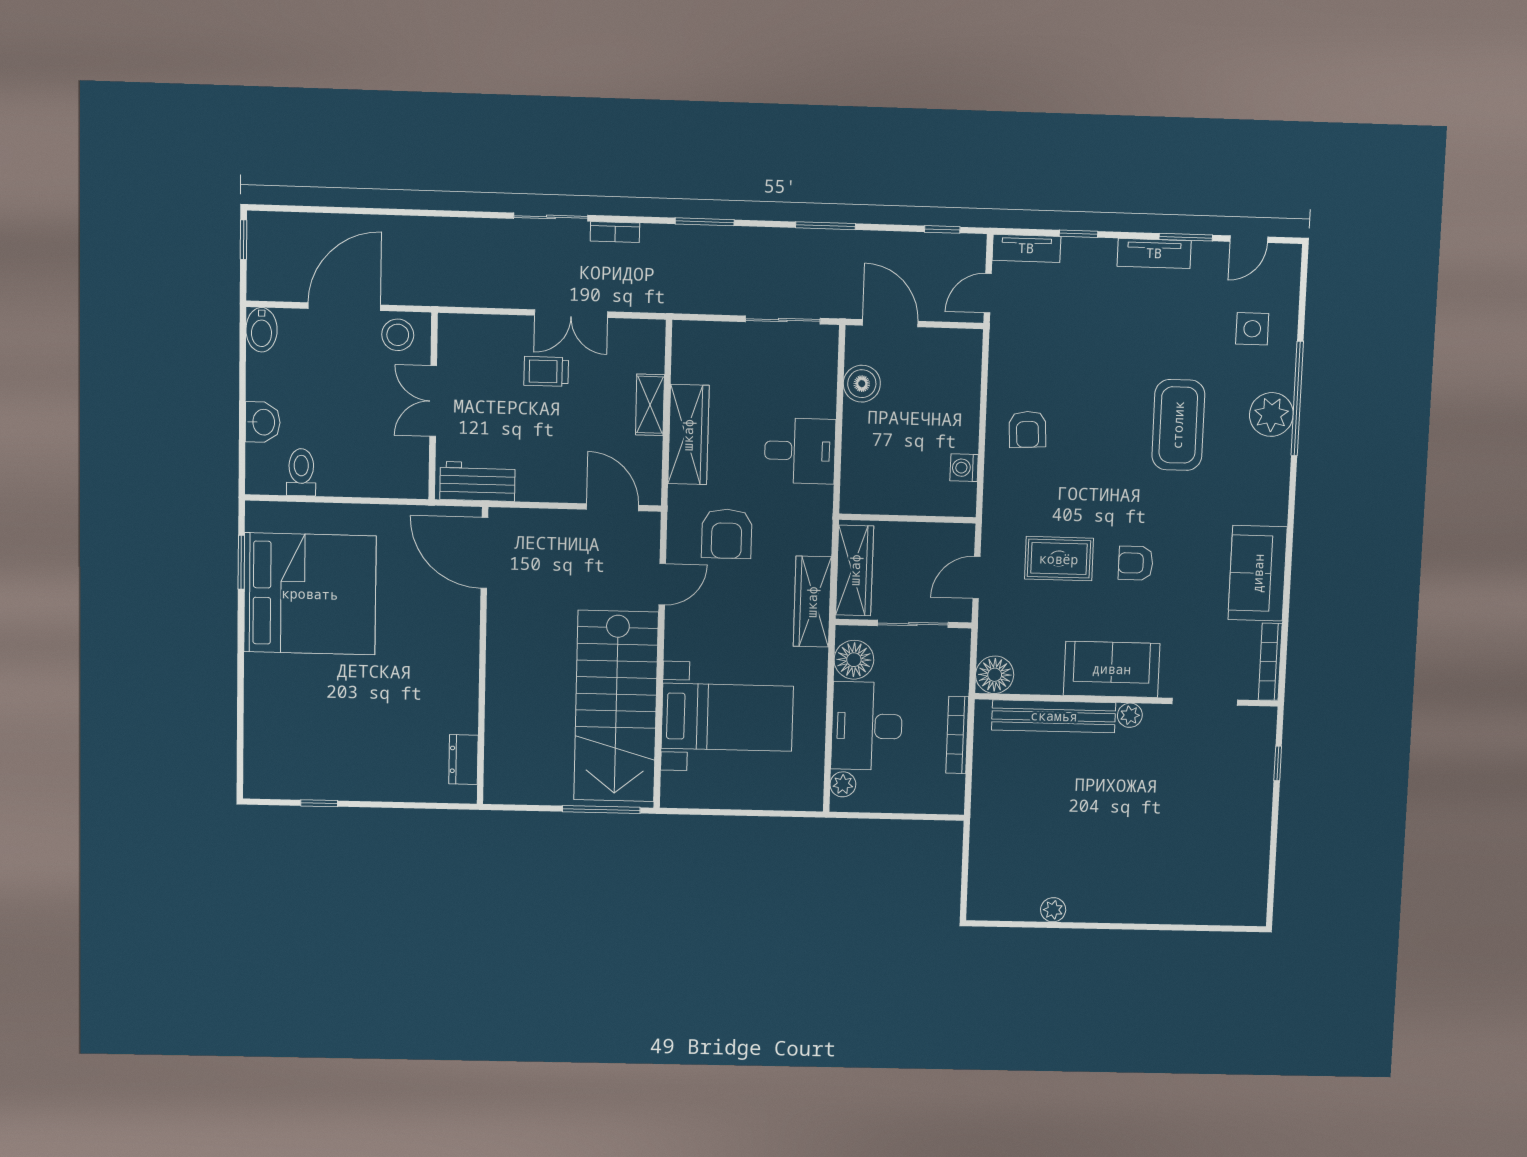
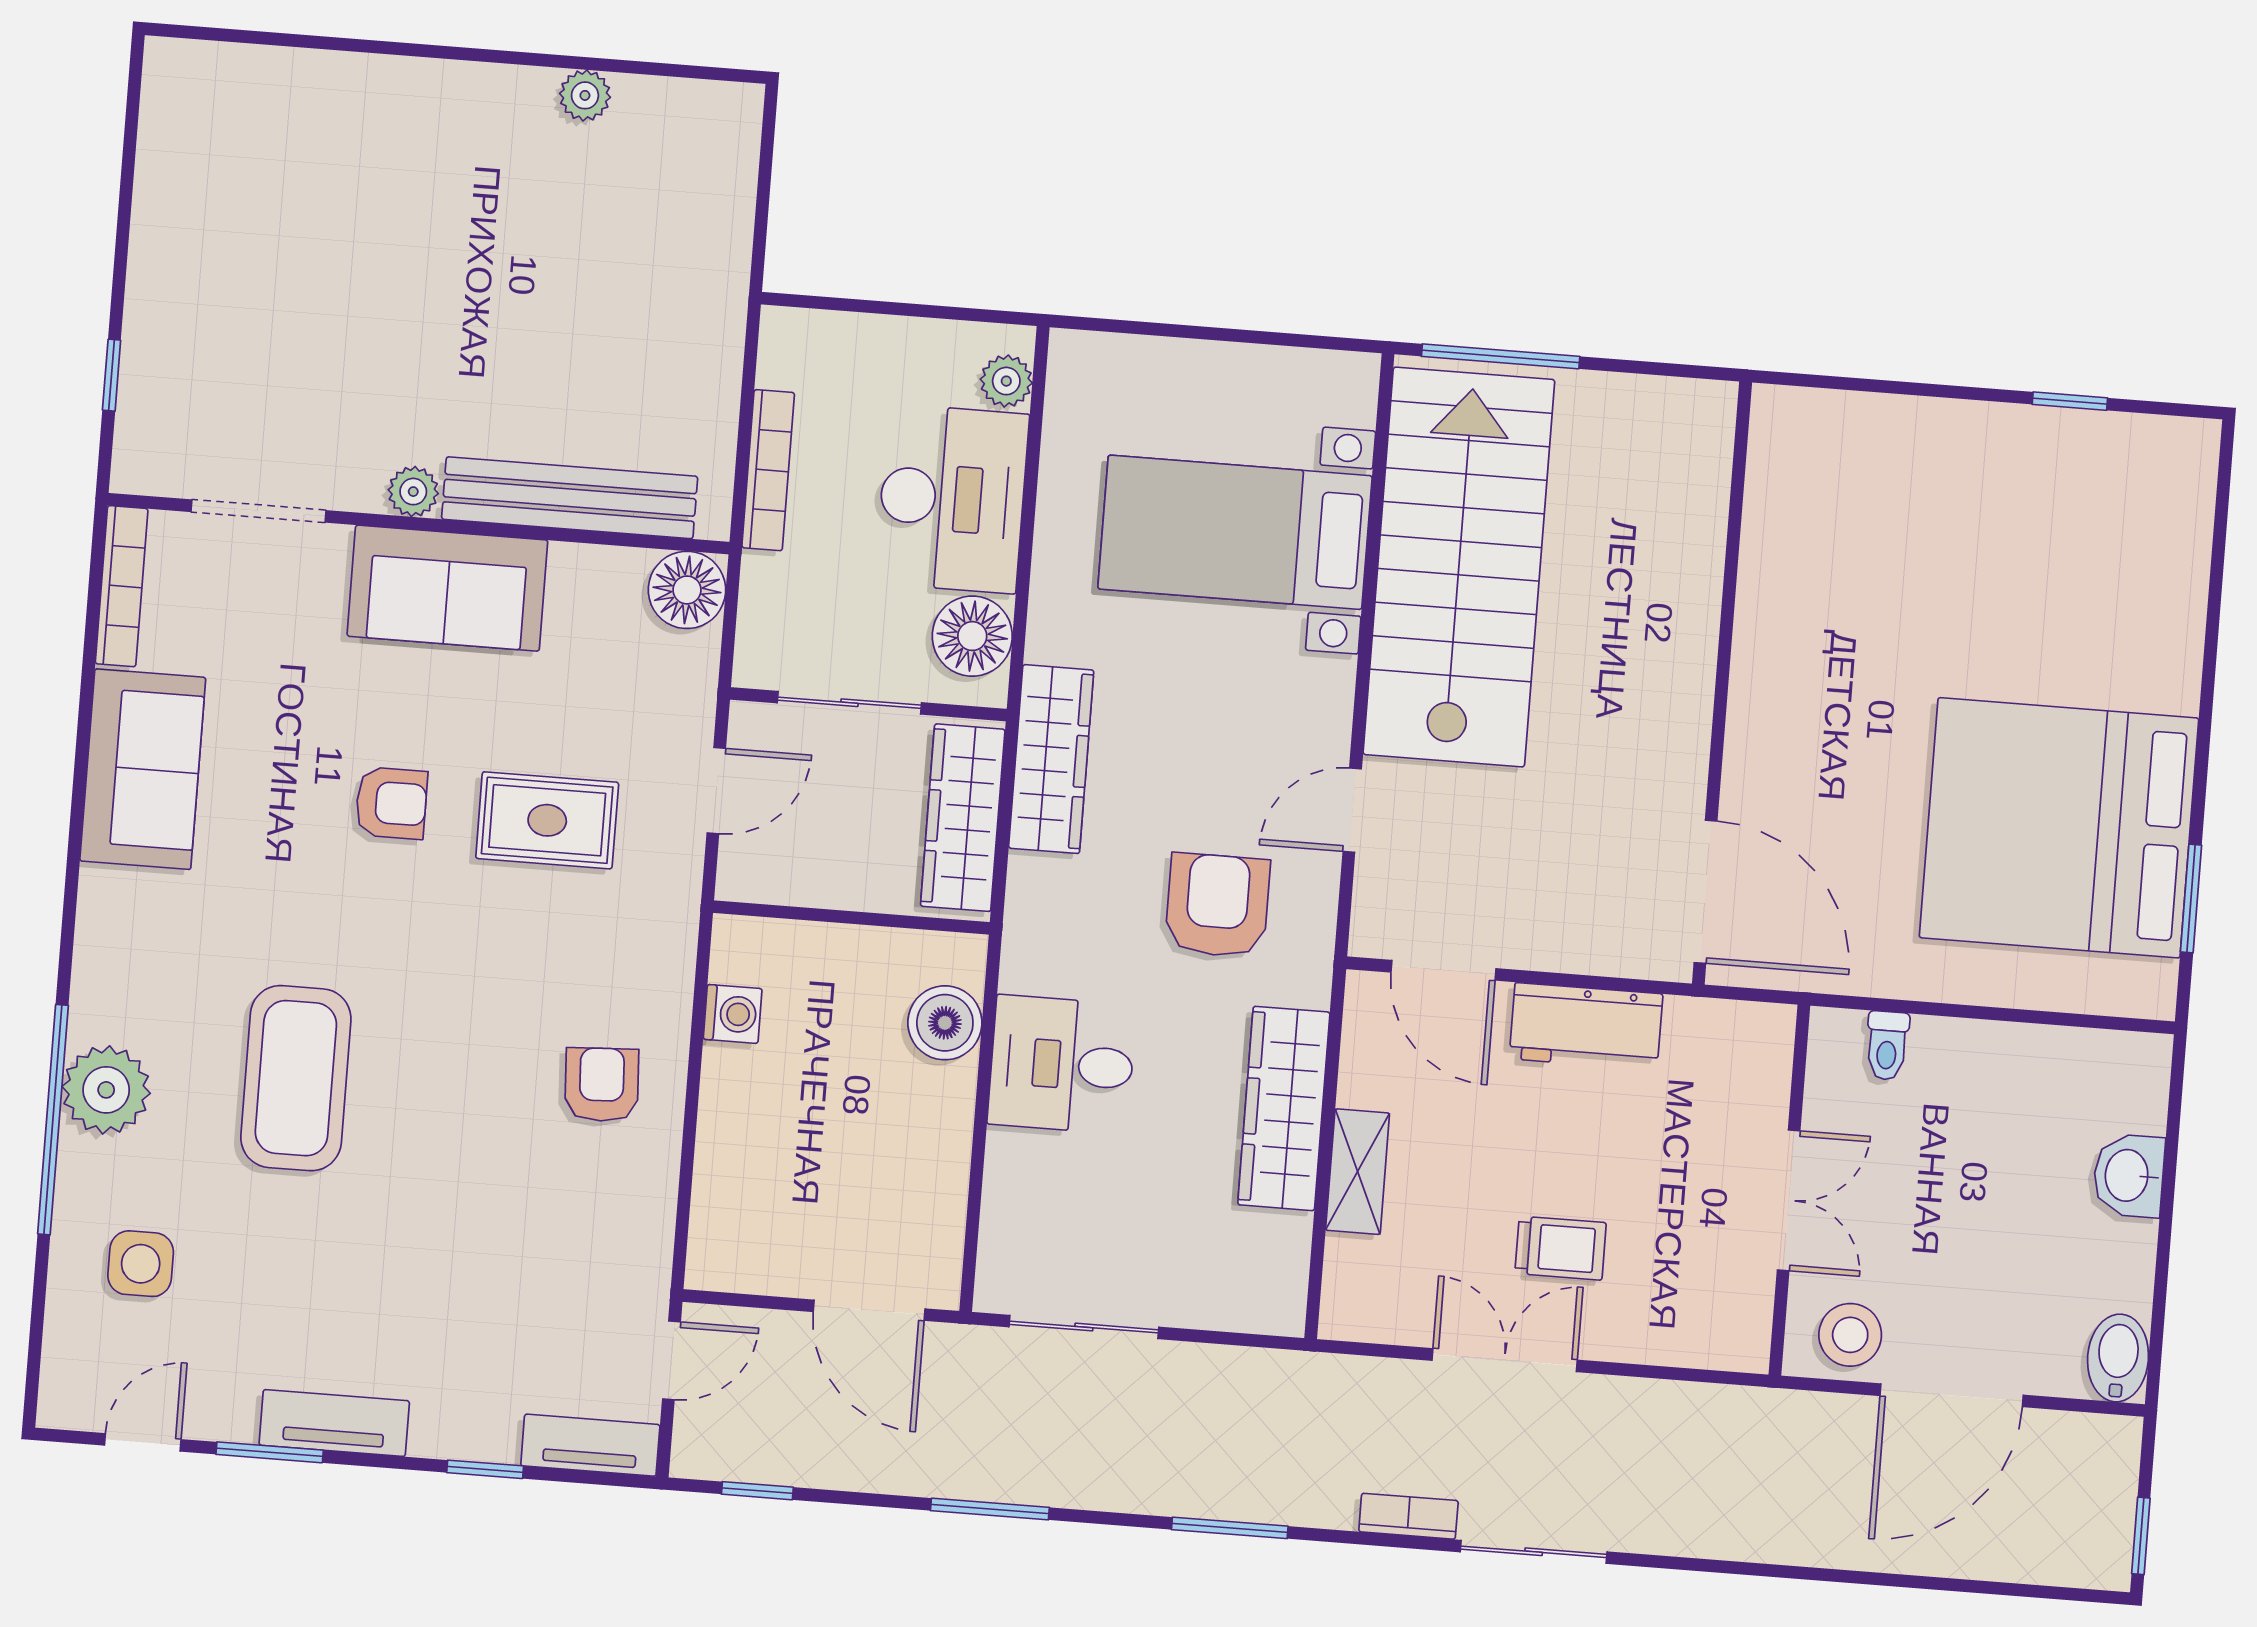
boiler: (862, 384) -> (945, 1023), moved
toilet: (301, 472) -> (1887, 1046), moved, width x0.73, depth x0.72
workbench: (478, 481) -> (1586, 1026), moved
dresser: (463, 760) -> (1773, 475), removed

